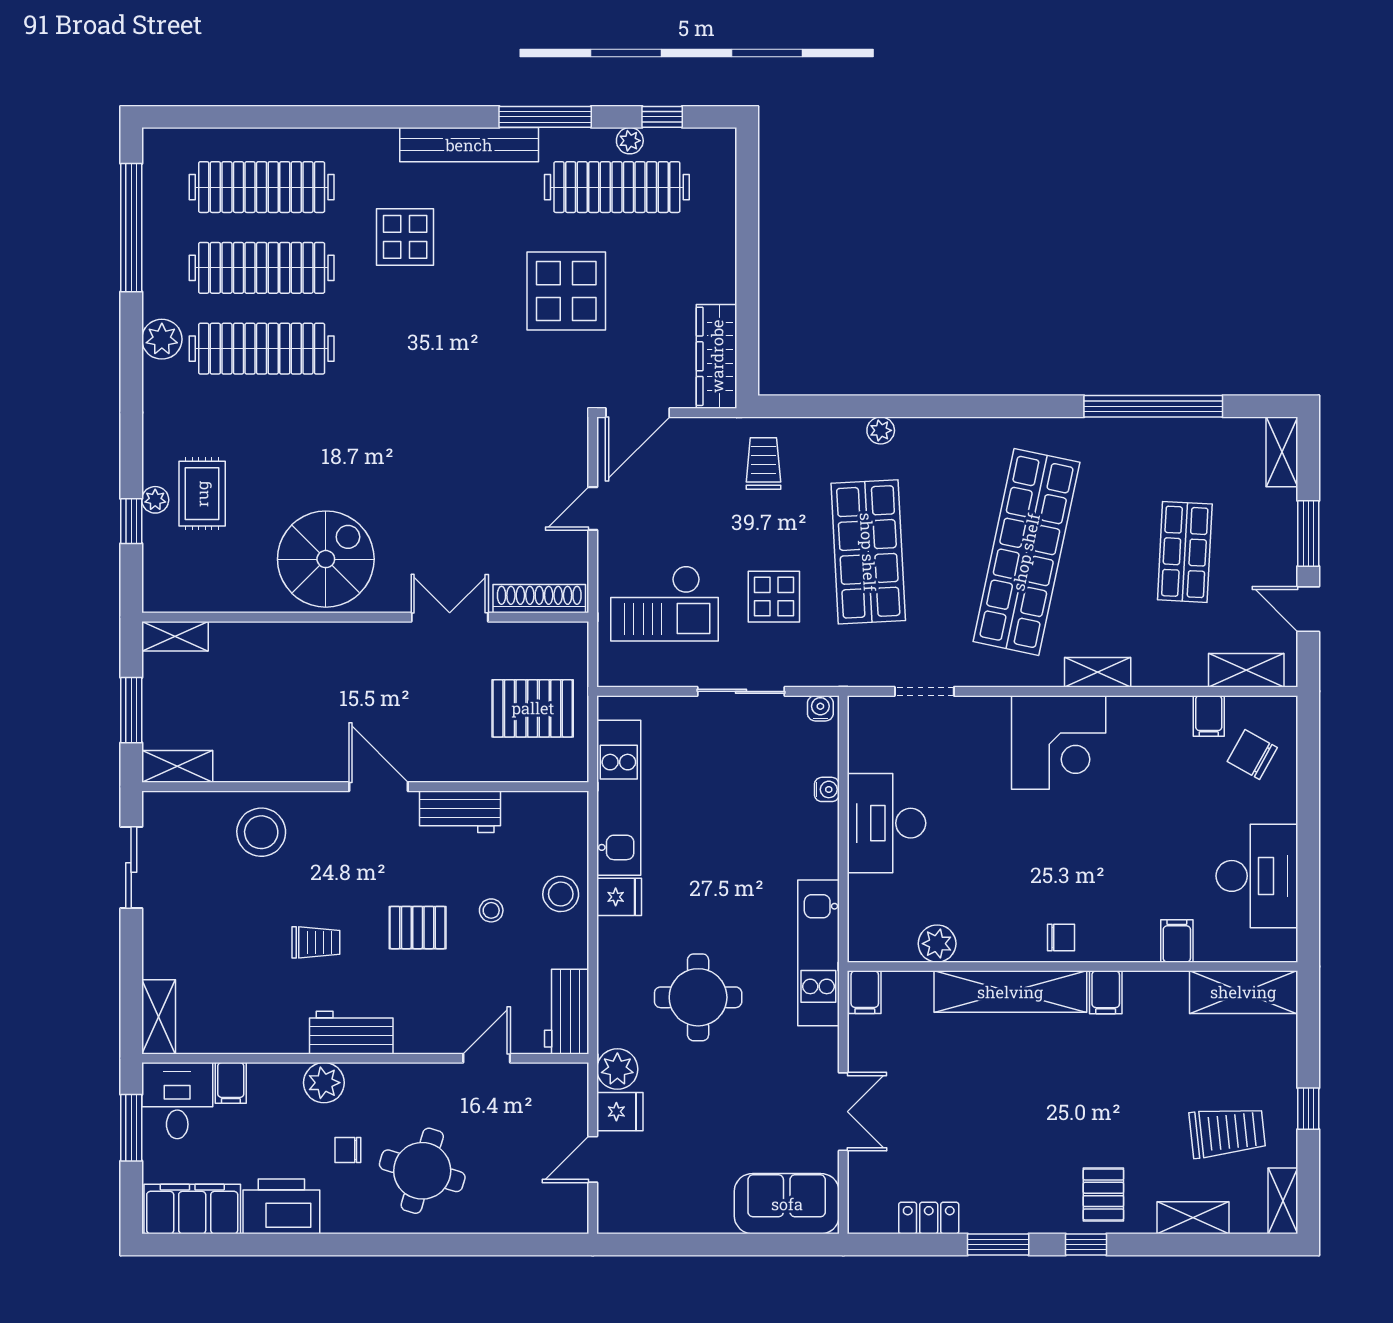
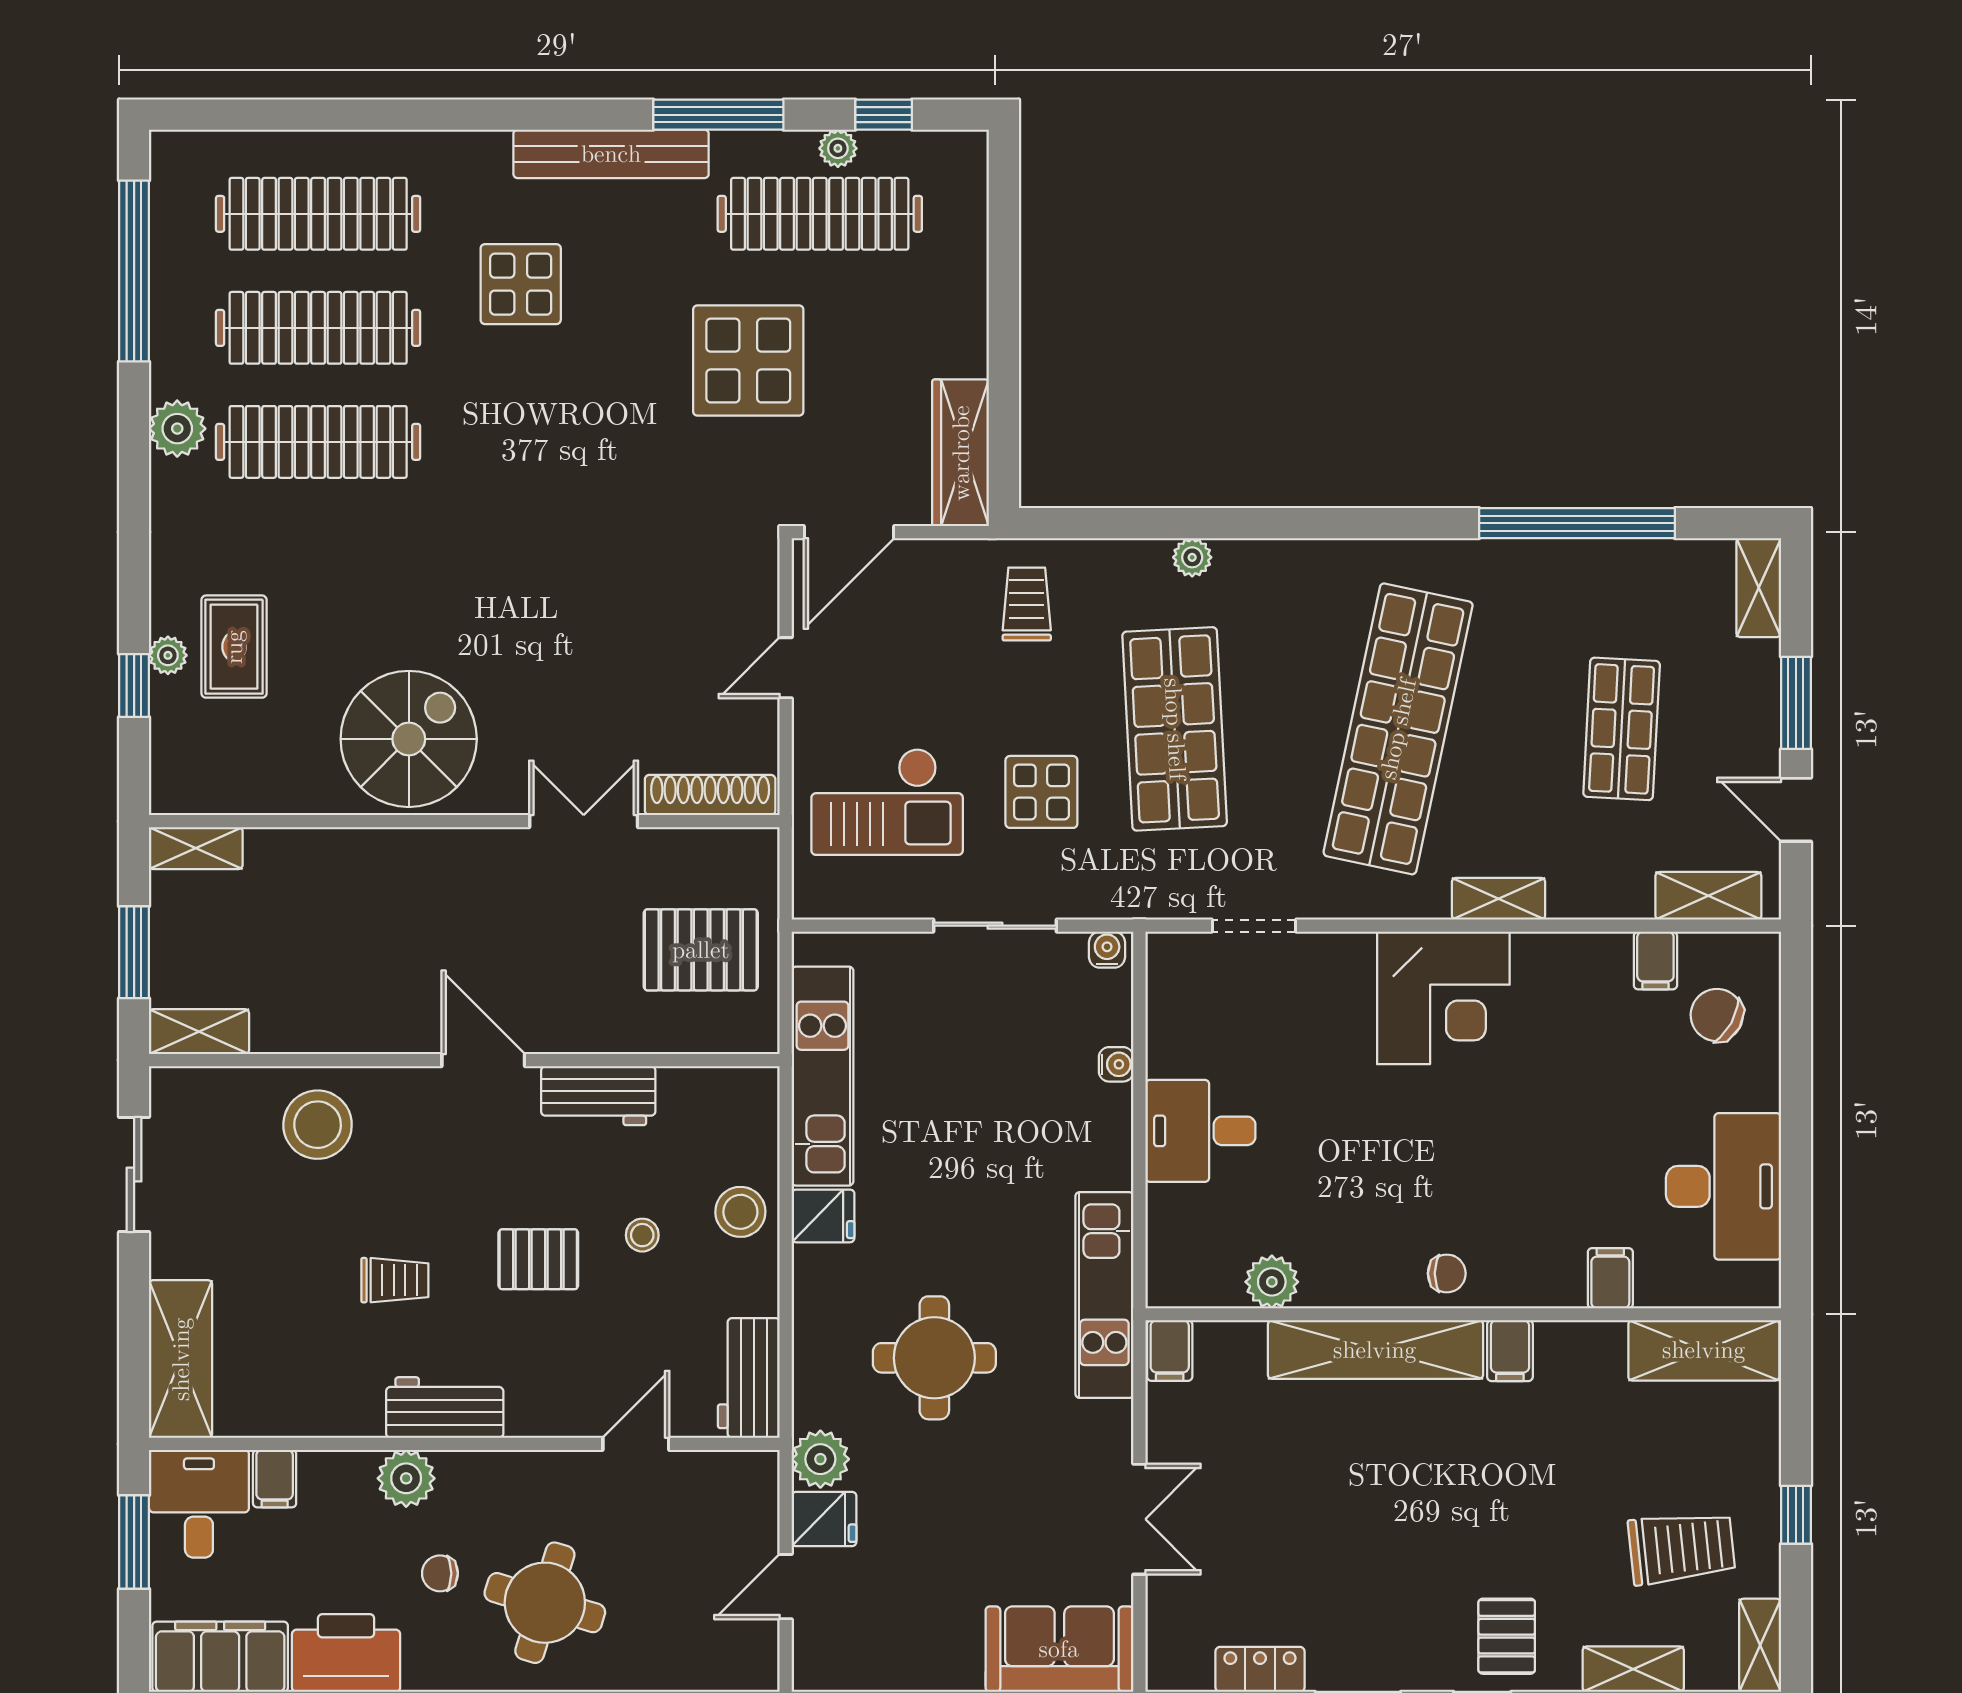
desk: (886, 823) -> (1200, 1131), width x0.73
shelving: (159, 1017) -> (181, 1359), width x1.50, depth x1.33

